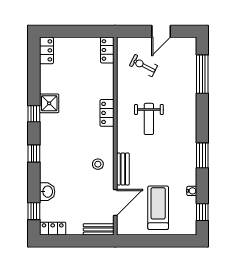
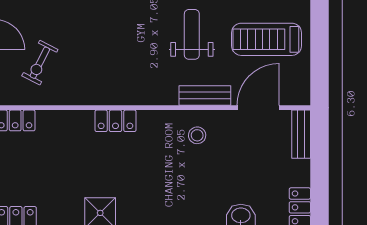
weight bench: (149, 119) -> (192, 34), moved, turned -90
door: (115, 202) -> (258, 108), hinge flipped

